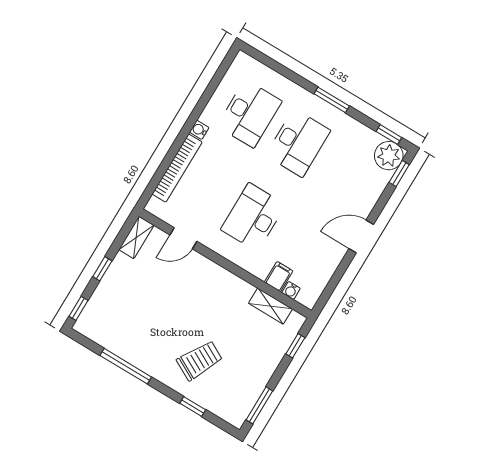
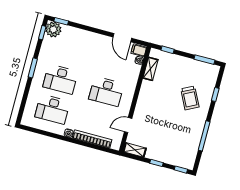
desk: (249, 114) -> (52, 109), turned 180
desk: (298, 143) -> (60, 79), turned 180
door: (361, 236) -> (122, 38), moved
door: (183, 238) -> (128, 125), swing flipped
filing cabinet: (279, 277) -> (139, 50), moved
trolley: (200, 360) -> (190, 98), turned -145

